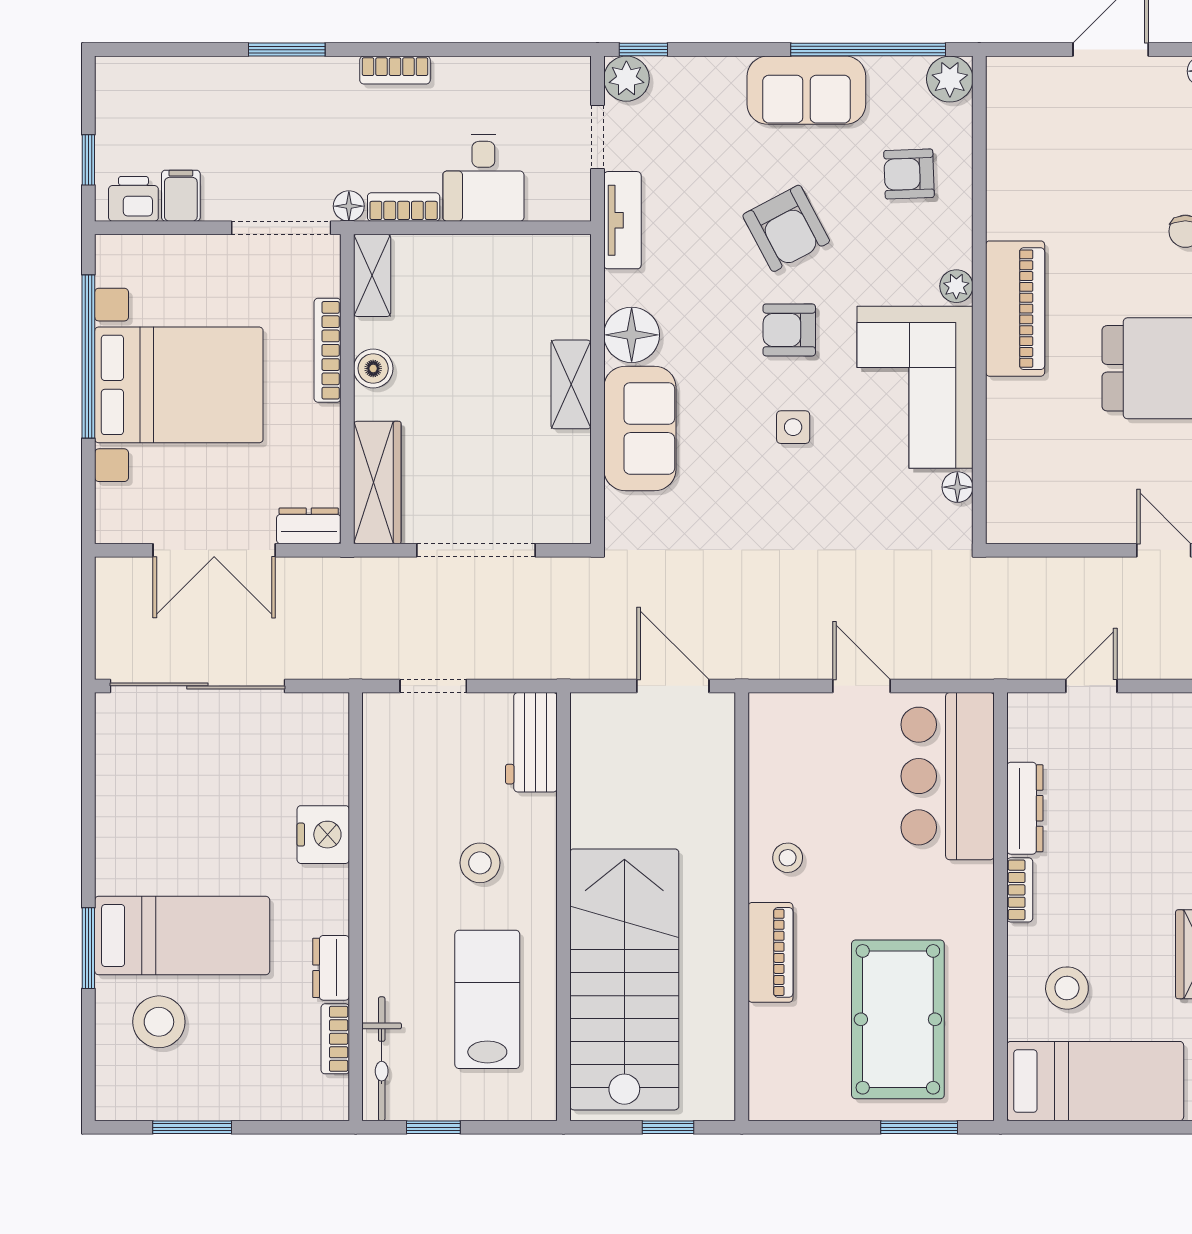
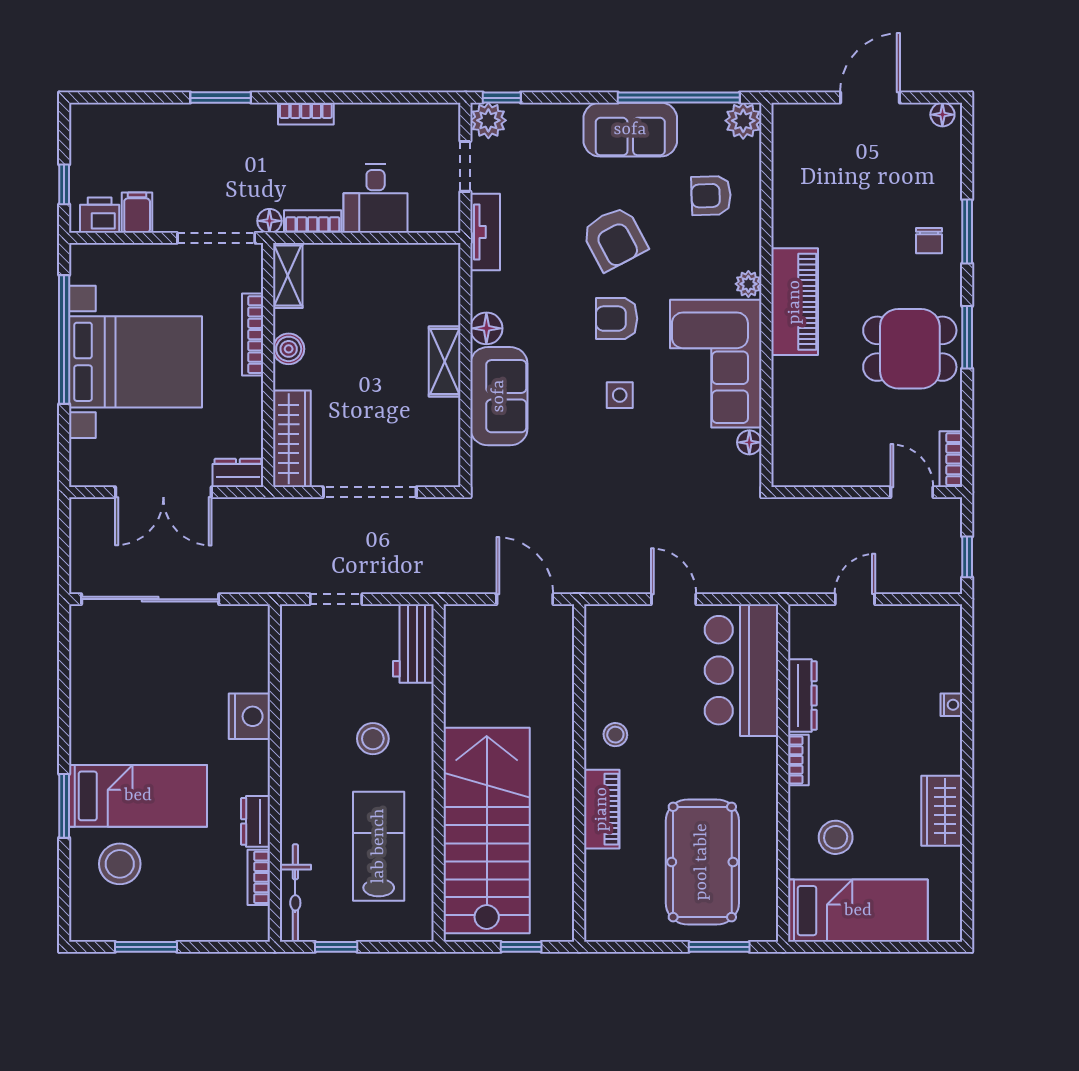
floor lamp: (632, 335) -> (486, 328), width x0.73, depth x0.73

